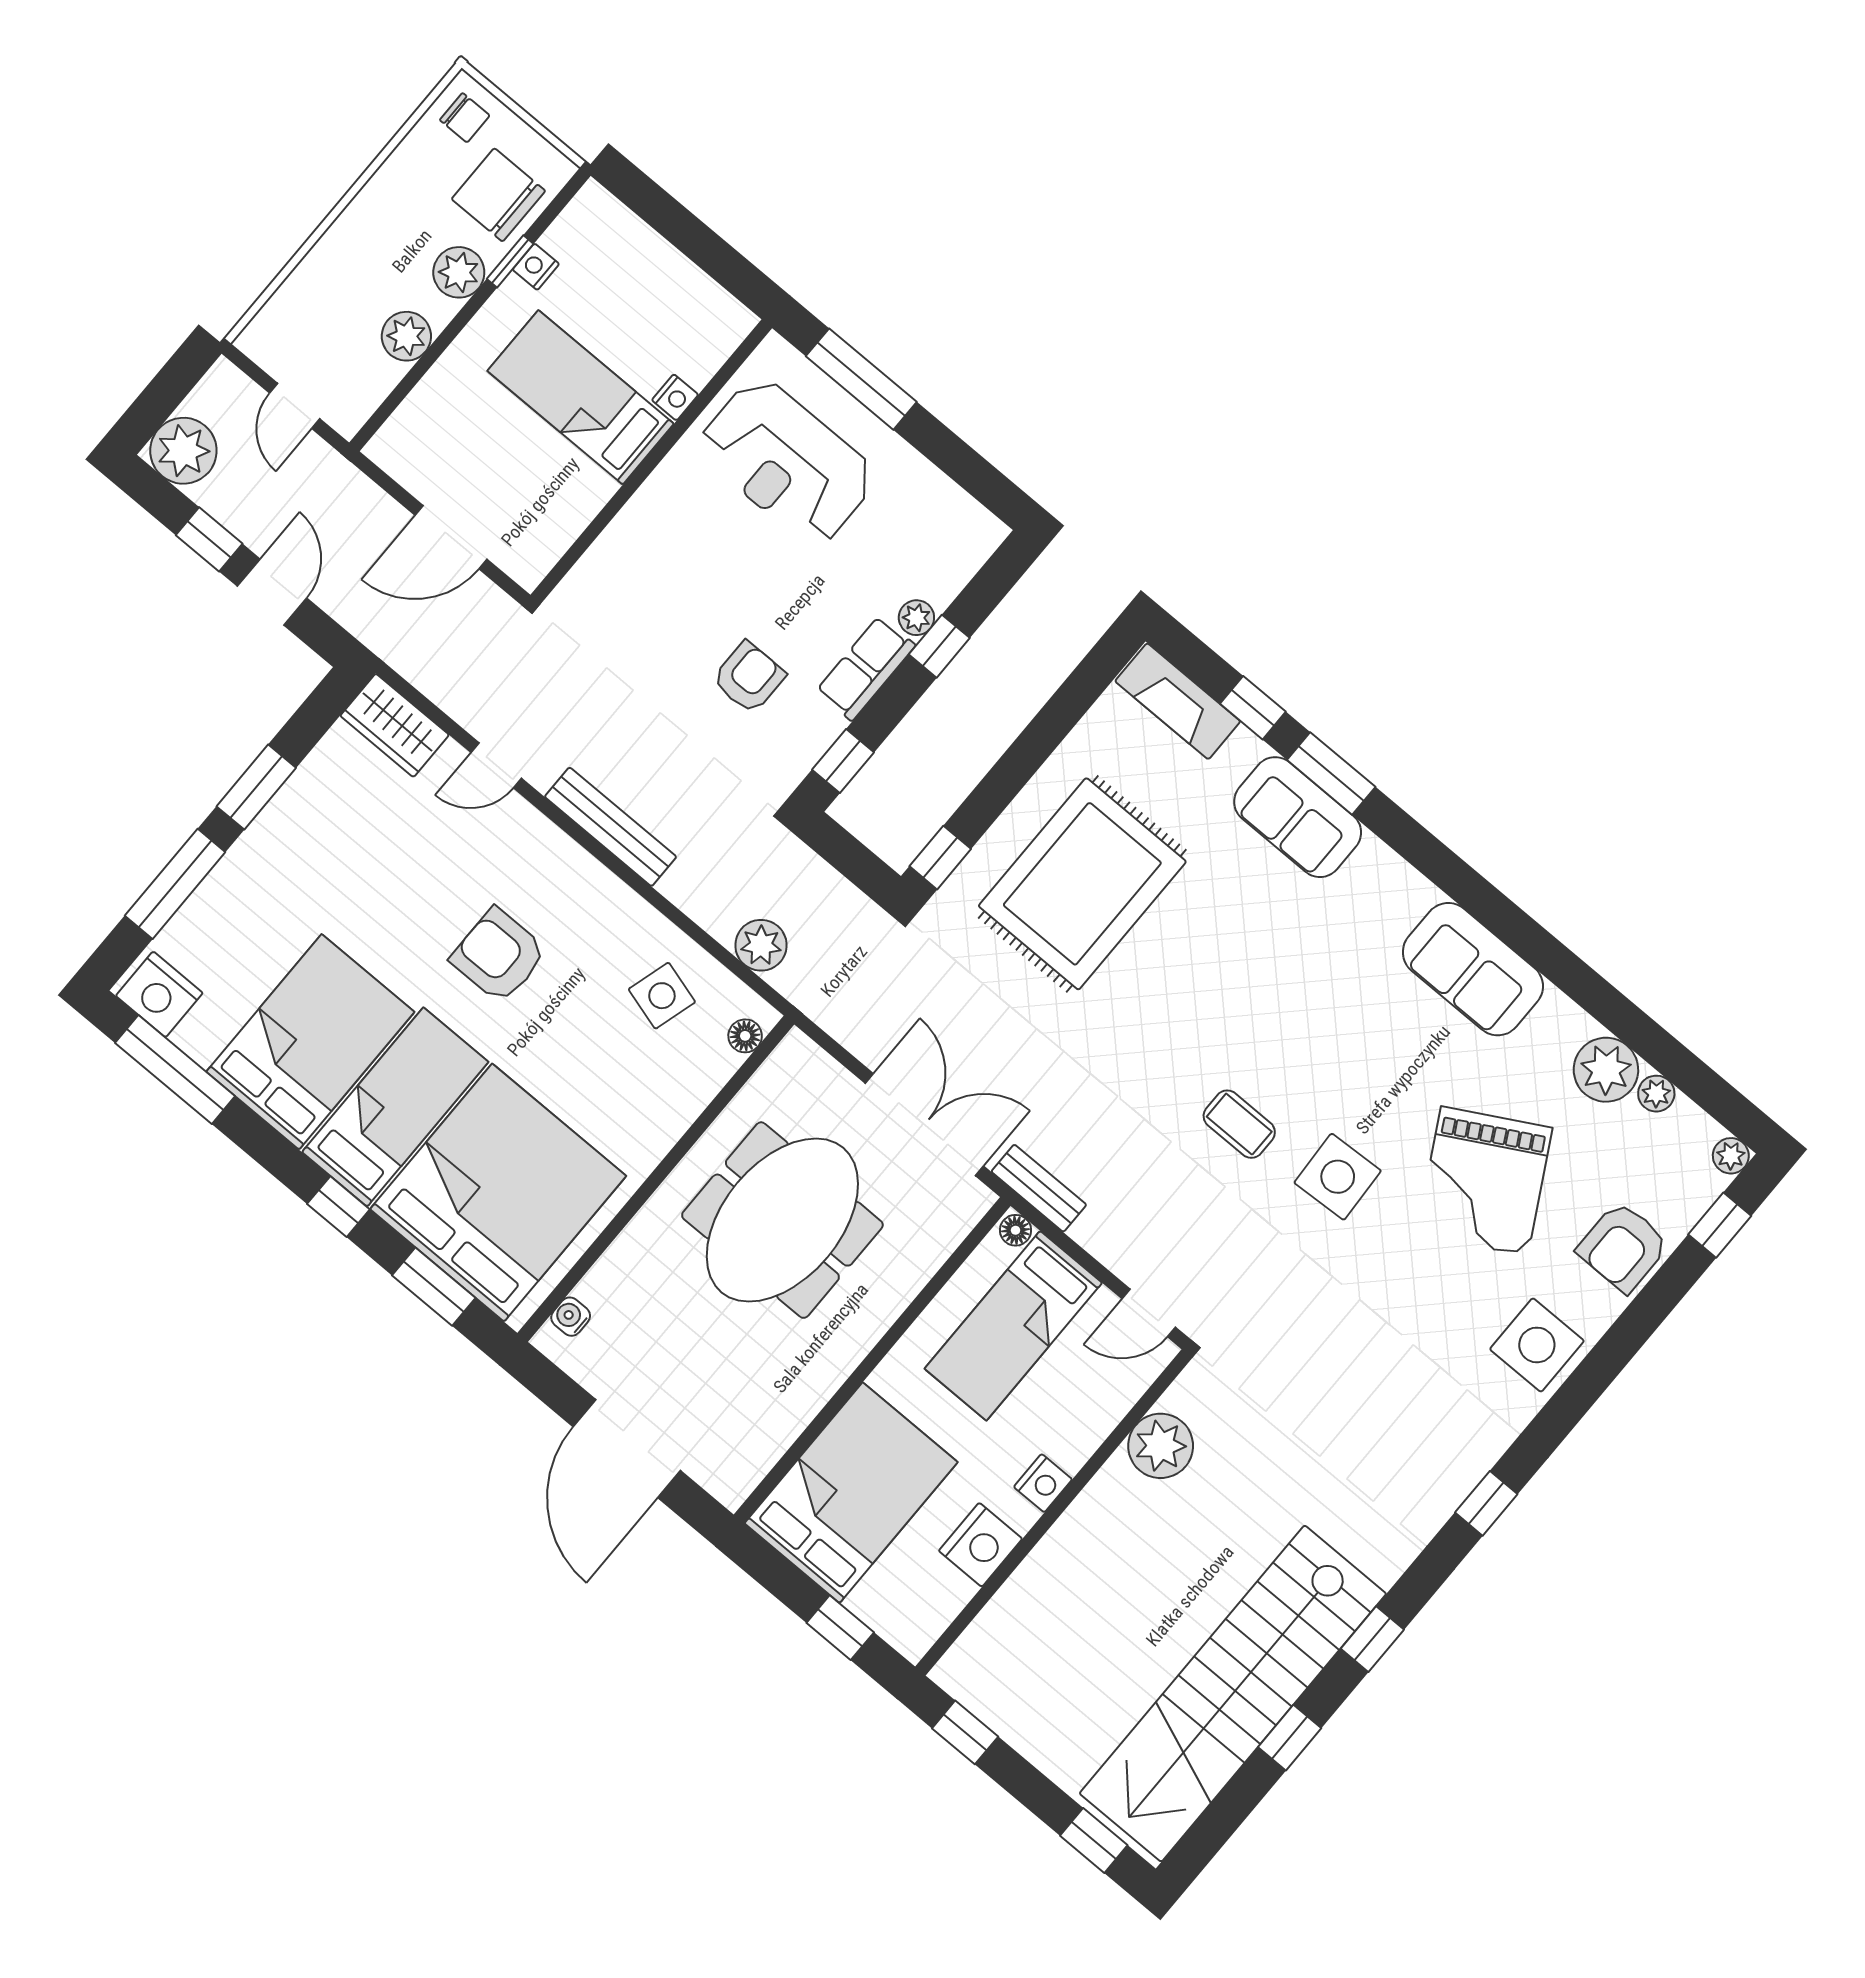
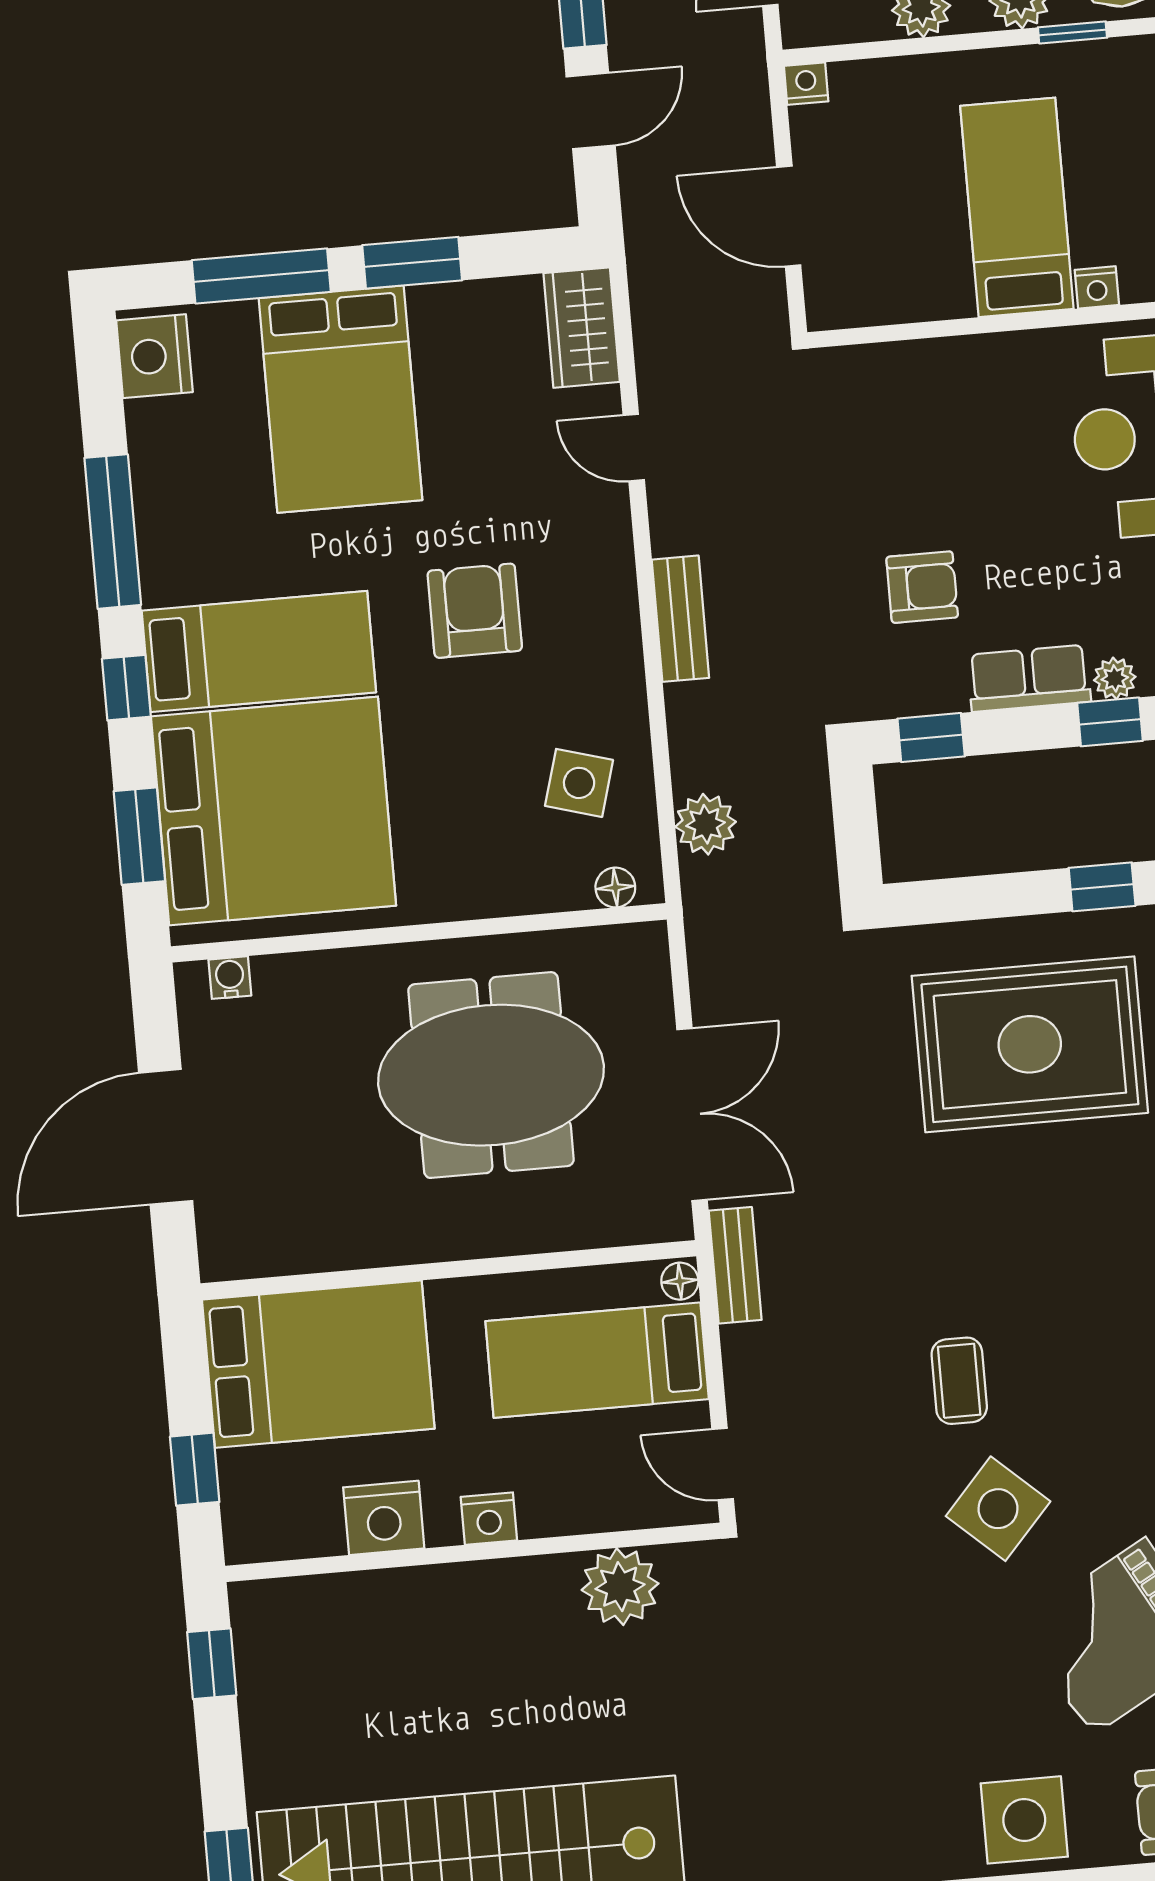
nightstand: (536, 267) -> (806, 84), moved
bench: (611, 827) -> (680, 619), width x0.73
window: (940, 858) -> (1102, 887), moved
bed: (310, 1042) -> (340, 399), moved, turned 90
window: (175, 1070) -> (113, 531), moved
side table: (1338, 1177) -> (998, 1509), turned 45

